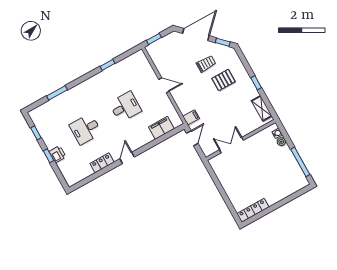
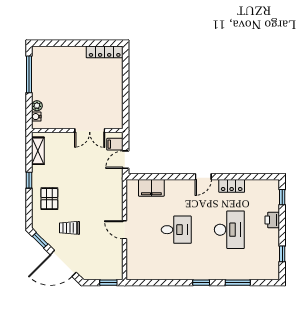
window: (107, 65) -> (201, 283), moved
pallet: (224, 80) -> (49, 199), moved, turned 90
desk: (125, 107) -> (176, 230), turned 180
filing cabinet: (191, 117) -> (115, 144), moved
desk: (86, 129) -> (229, 230), width x1.37
window: (49, 156) -> (282, 197), moved

